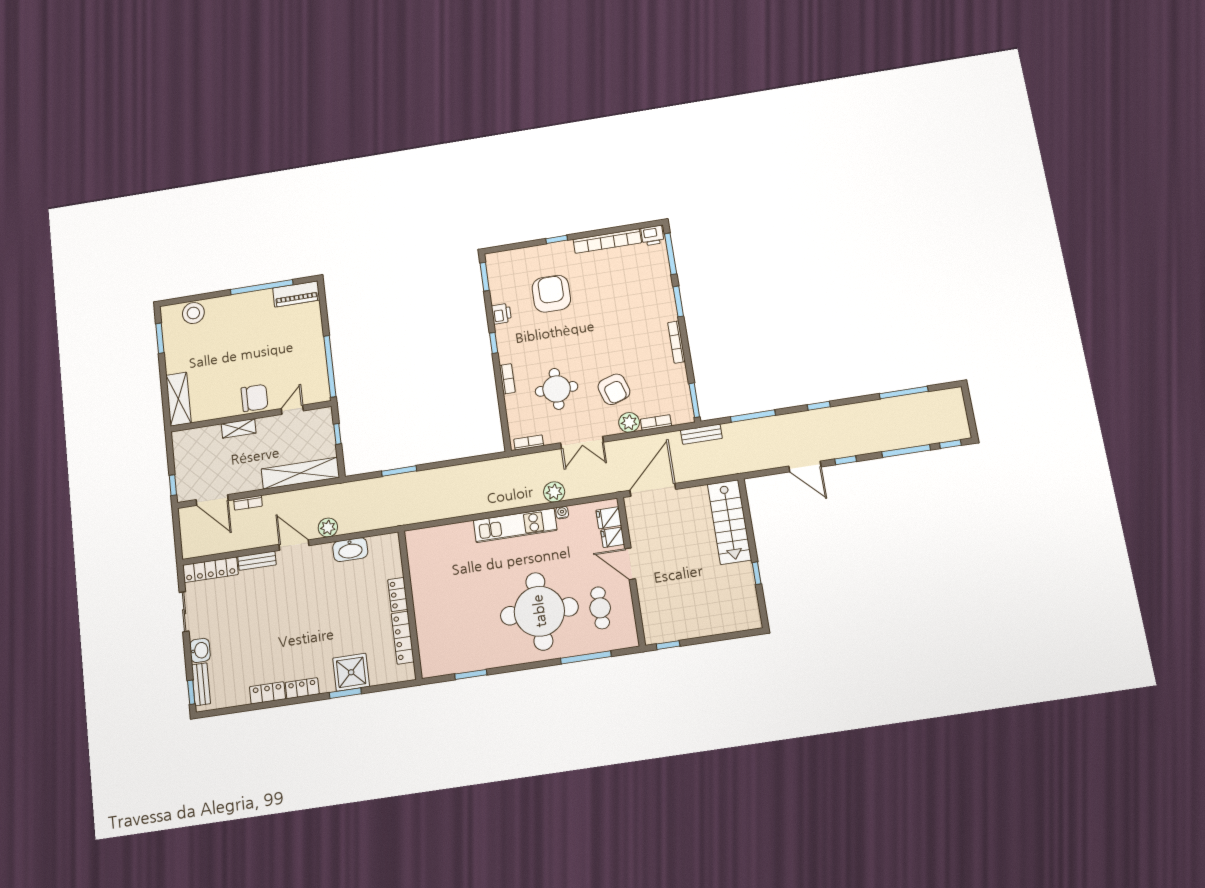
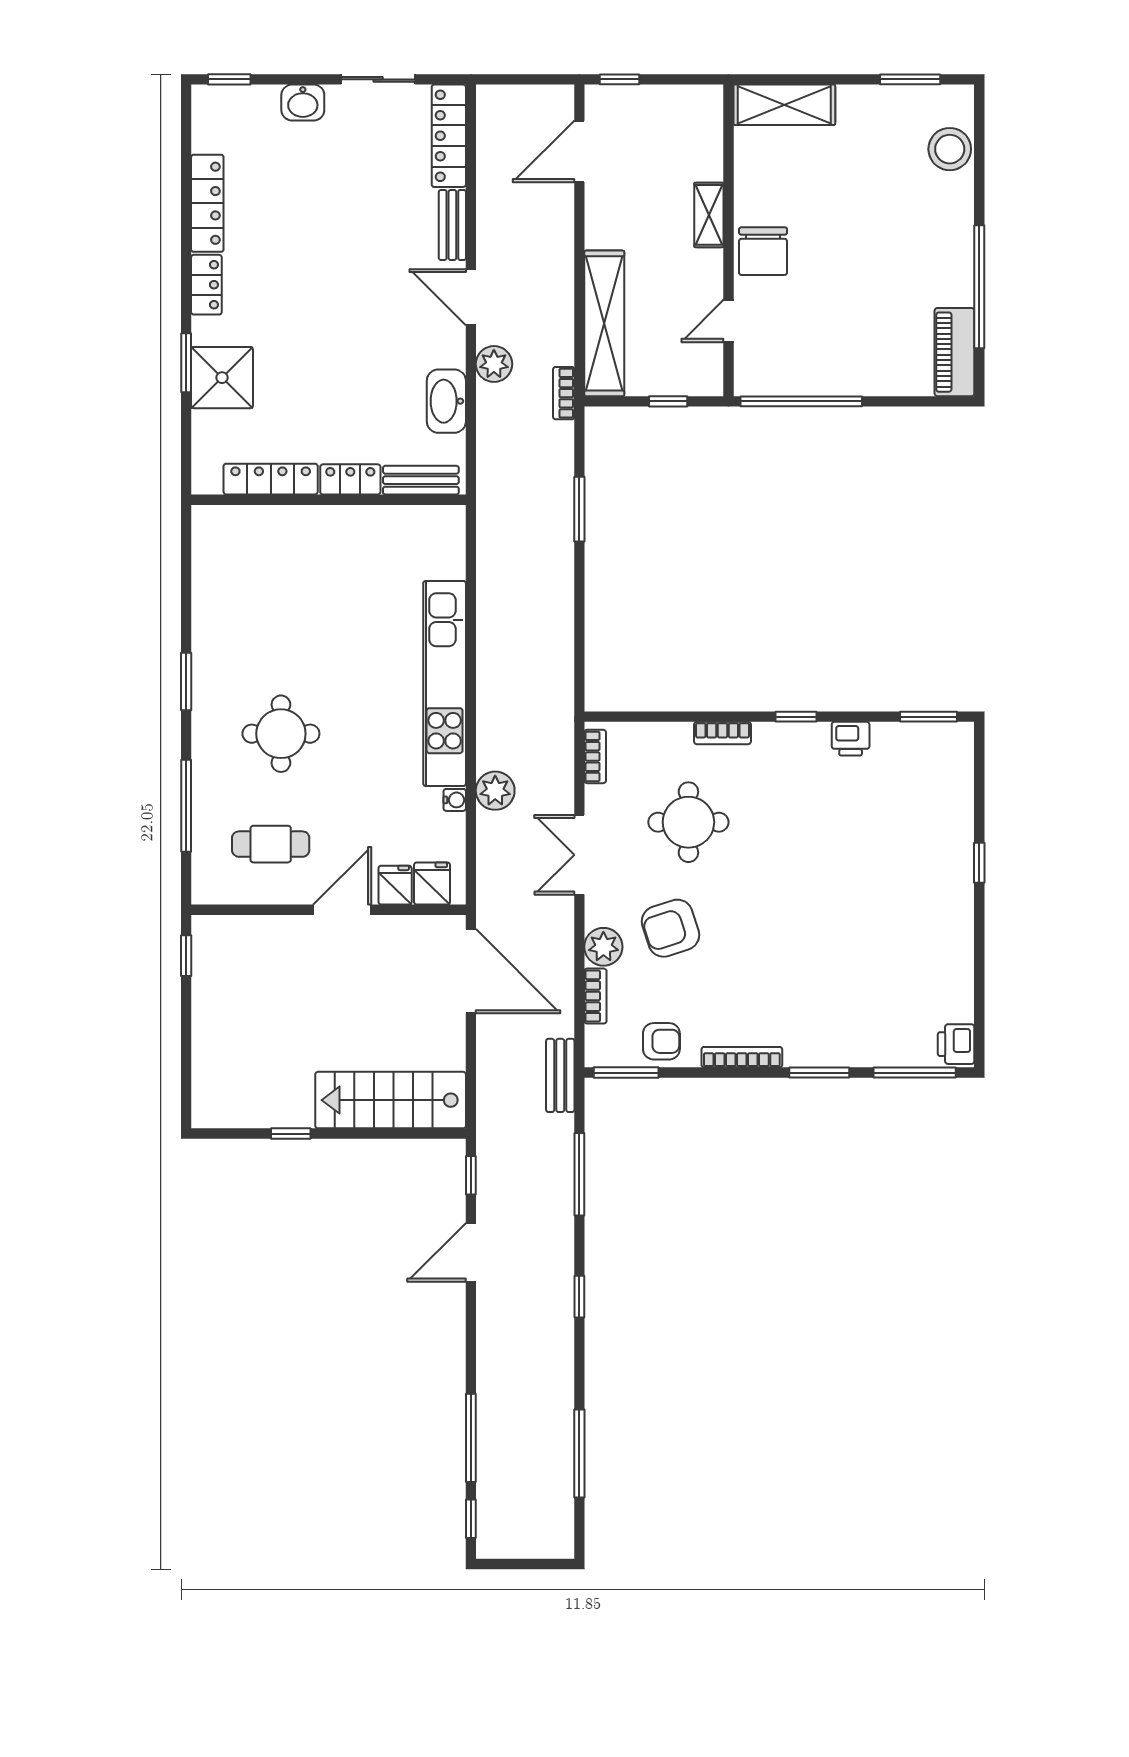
bookcase: (607, 241) -> (960, 958), removed
armchair: (551, 294) -> (661, 1041), moved, width x0.53, depth x0.53
door: (292, 410) -> (728, 321), swing flipped
window: (846, 460) -> (471, 1175), moved
bookcase: (248, 503) -> (564, 393), moved
kitchen unit: (515, 525) -> (445, 683), width x1.36
door: (294, 545) -> (471, 297), swing flipped
round table: (539, 611) -> (281, 734), width x0.54, depth x0.54
window: (471, 674) -> (186, 681), moved
bench: (201, 684) -> (421, 480), moved
locker: (267, 693) -> (207, 203), width x1.53

